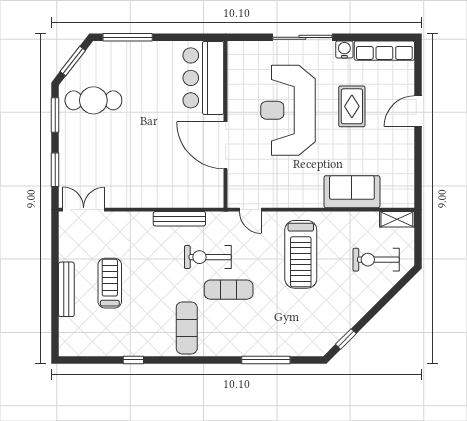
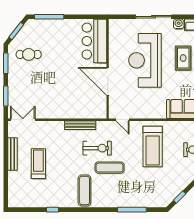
cafe table: (93, 100) -> (29, 54), width x0.73, depth x0.74
exercise bike: (208, 257) -> (97, 148), turned 180
bench: (66, 289) -> (12, 154), moved

